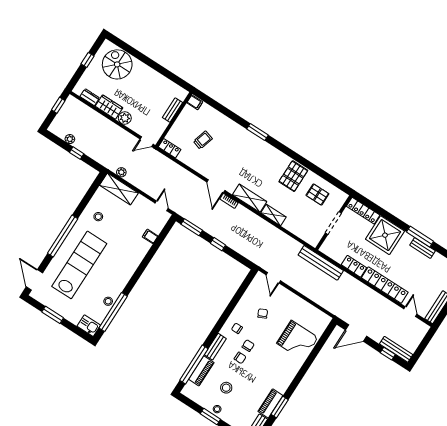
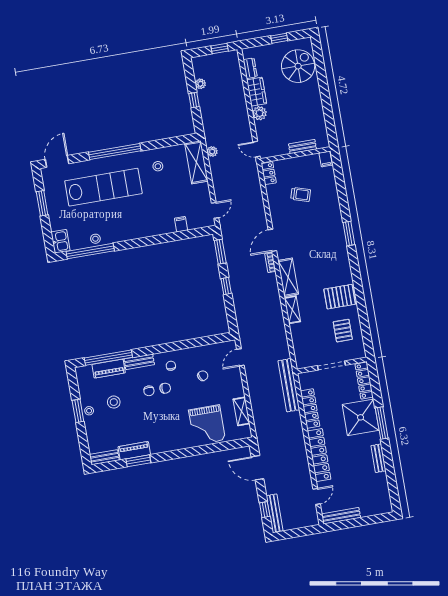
window: (420, 237) -> (382, 423), moved
locker: (354, 266) -> (310, 409), width x1.53
shelving: (309, 310) -> (241, 411), added

